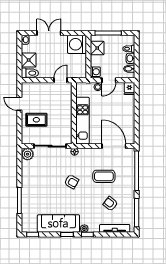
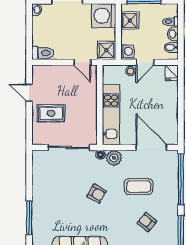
shower: (29, 60) -> (106, 50), moved
door: (61, 80) -> (82, 62), swing flipped
plant: (27, 154) -> (114, 158), moved

